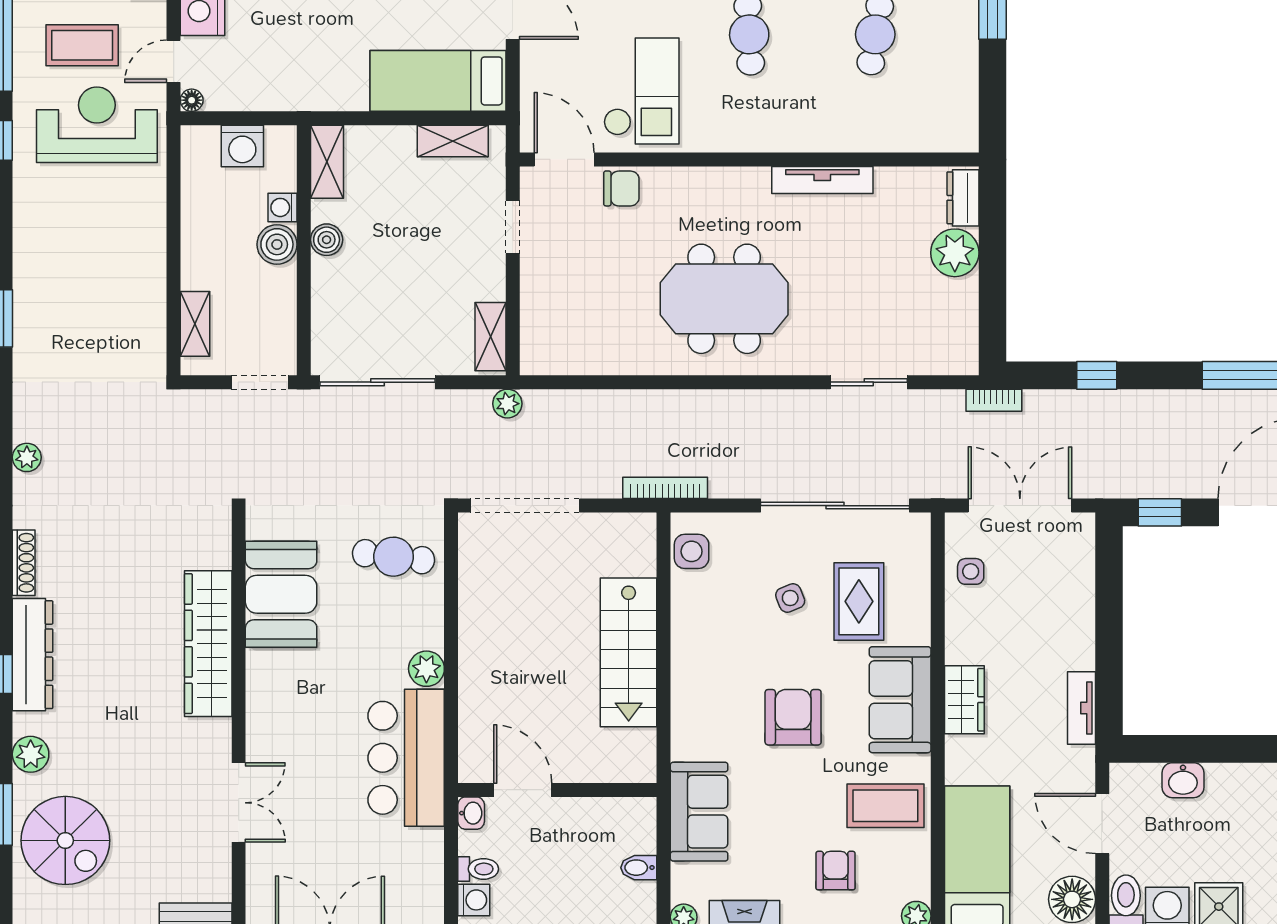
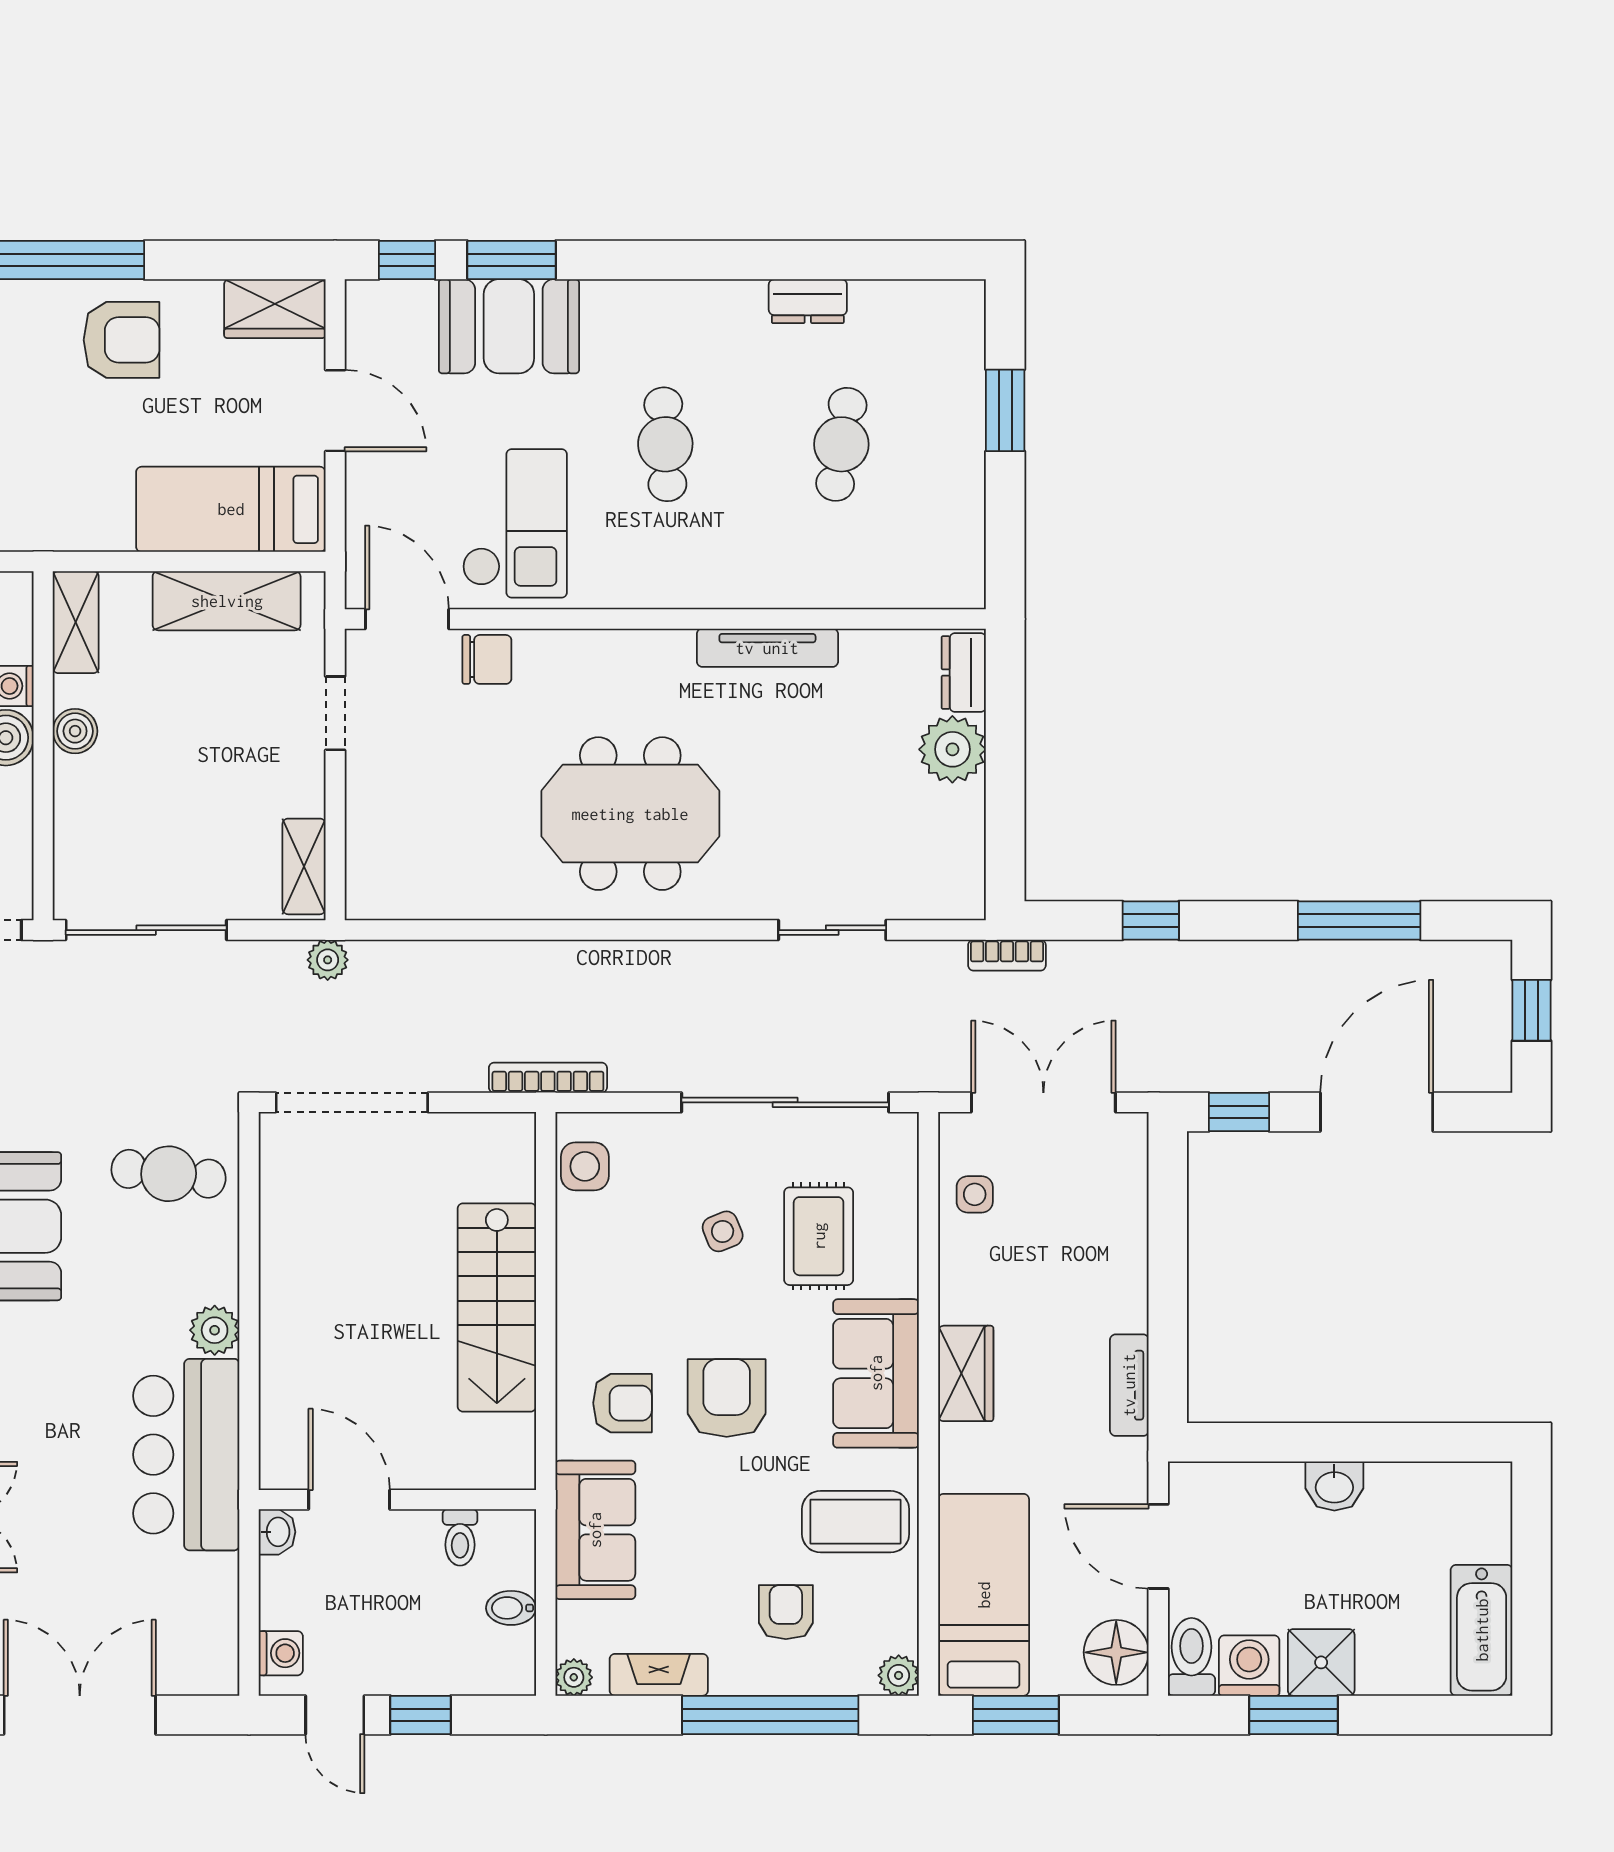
shelving: (453, 141) -> (227, 601), width x1.50, depth x1.33
armchair: (719, 721) -> (622, 1403), added
washbasin: (1183, 780) -> (1334, 1486), moved
toilet: (478, 869) -> (460, 1537), moved, turned 90

